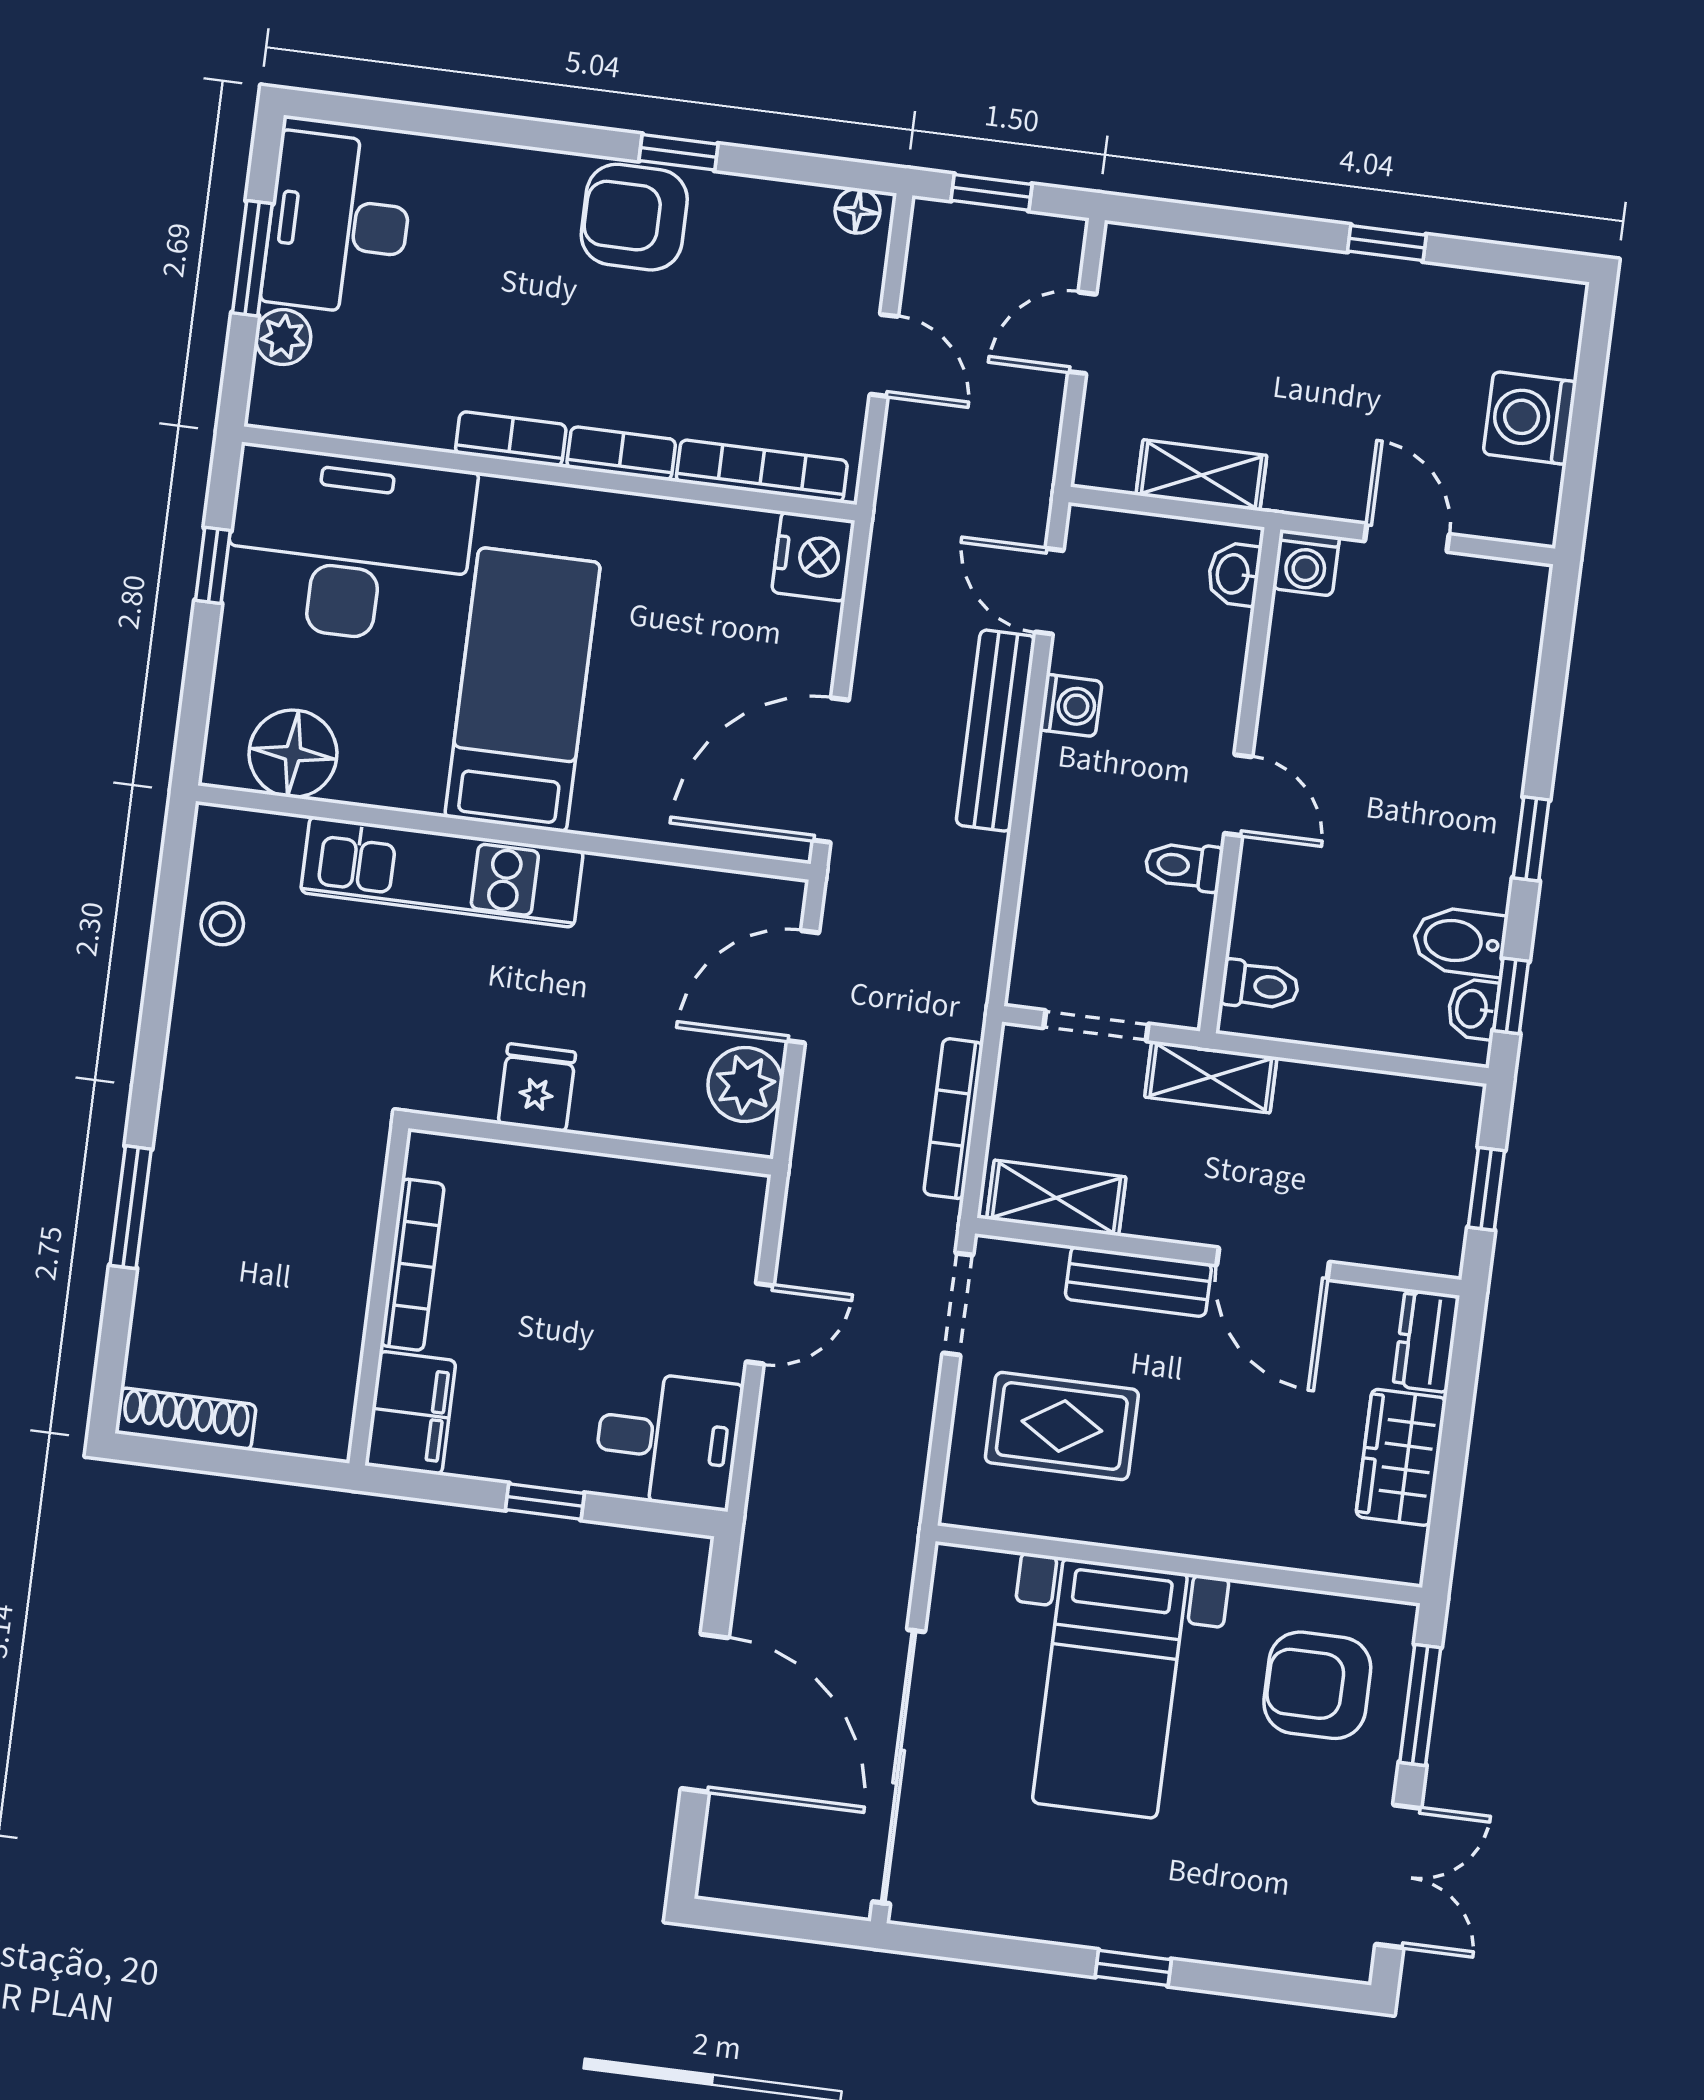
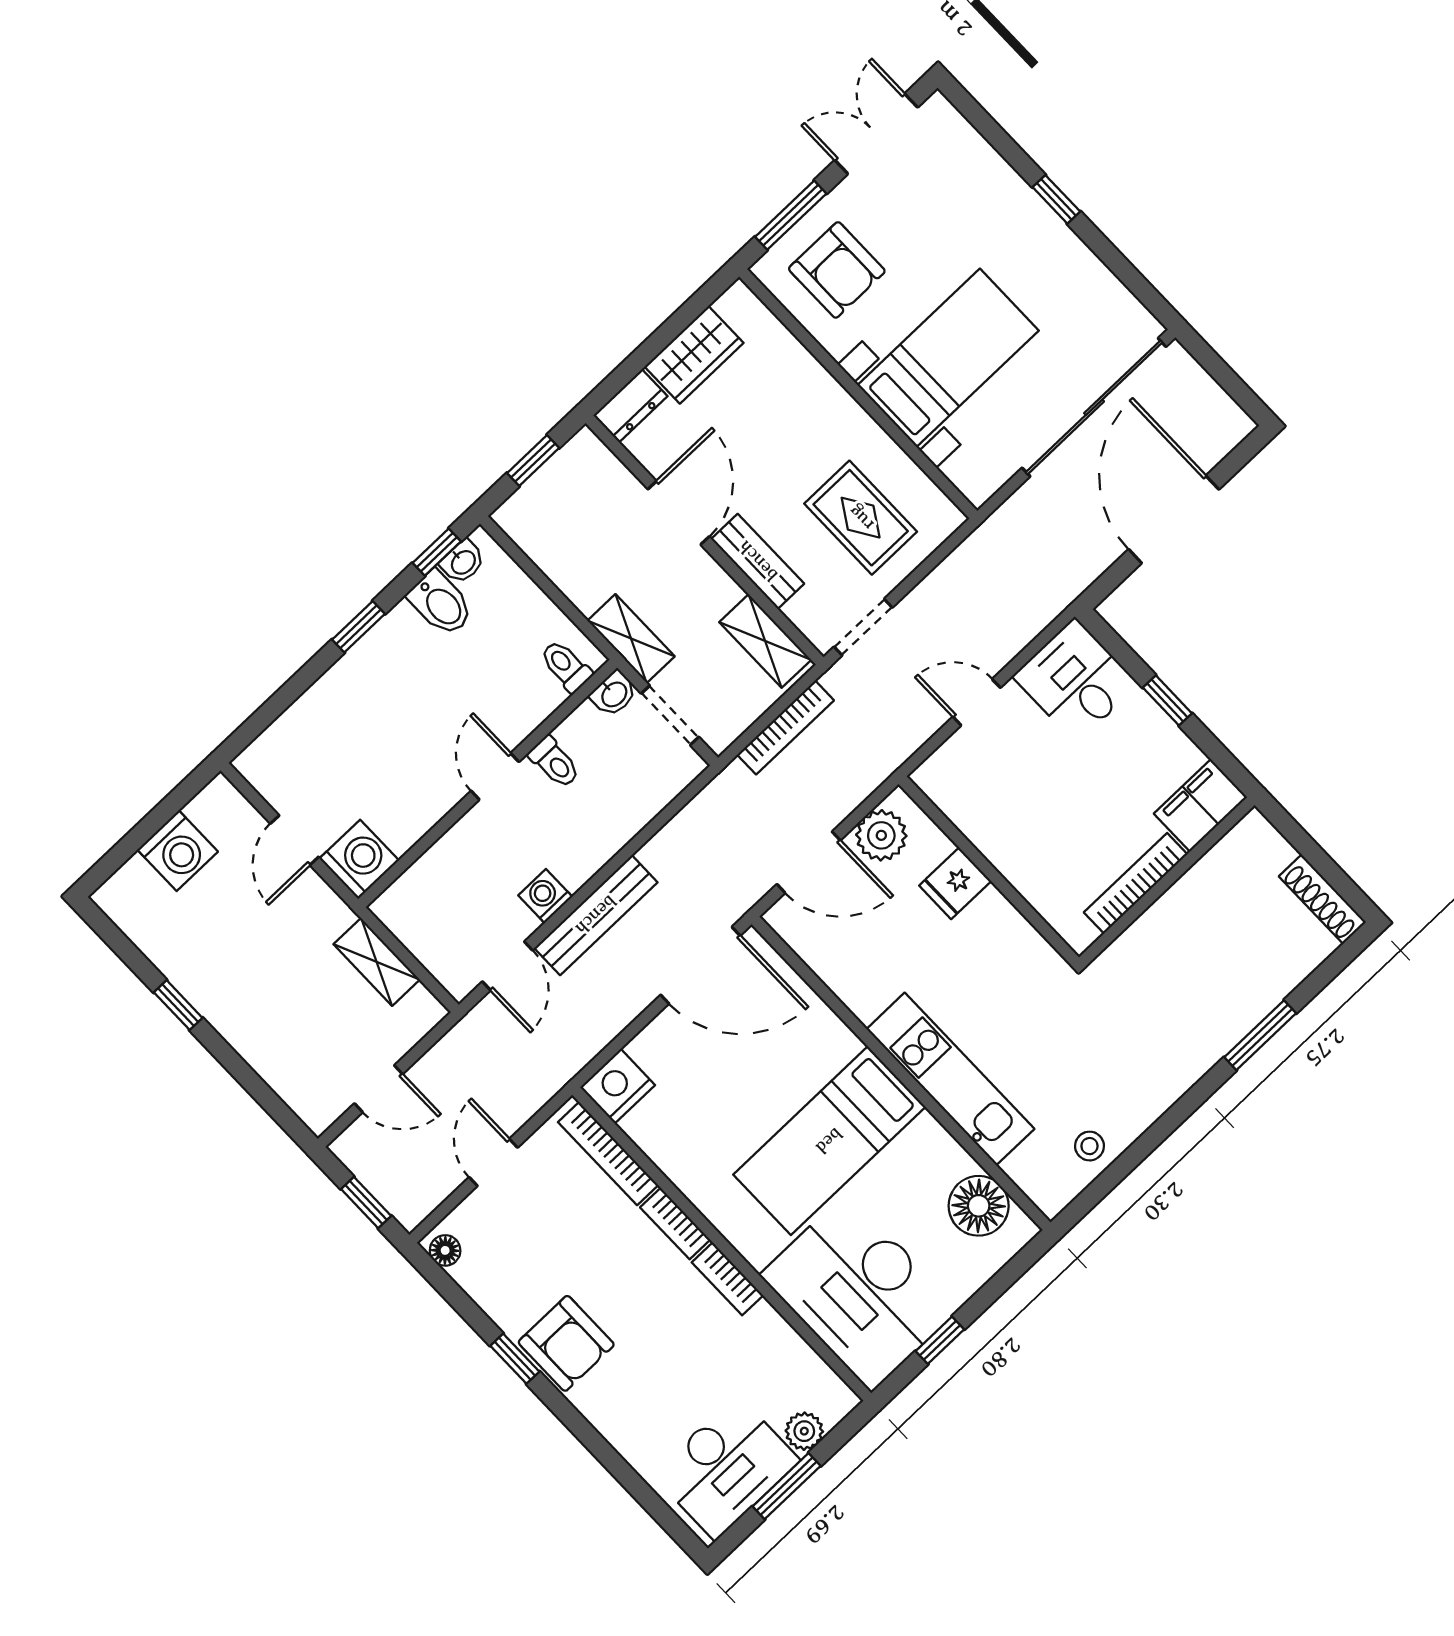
washing machine: (1306, 563) -> (359, 859), width x1.38, depth x1.38
washbasin: (1234, 574) -> (614, 694), moved
fridge: (537, 1088) -> (955, 883), moved

